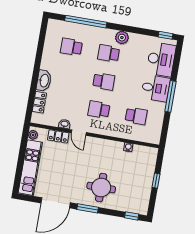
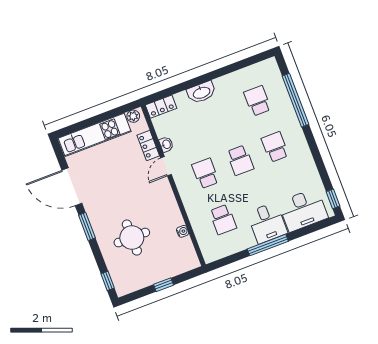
plant: (122, 38) -> (302, 151), removed
locker: (39, 102) -> (161, 107), moved
round table: (101, 188) -> (132, 238), moved

